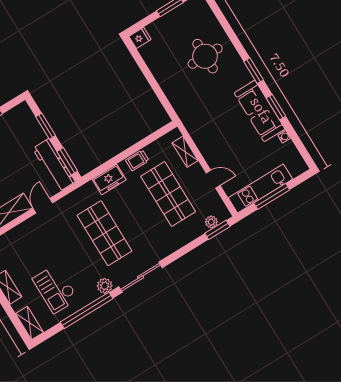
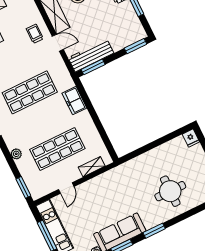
window: (46, 126) -> (135, 46), moved
trolley: (137, 160) -> (35, 34), moved
plant: (211, 222) -> (16, 154), moved

